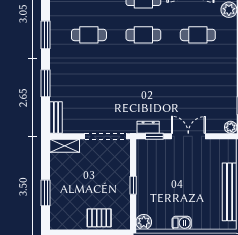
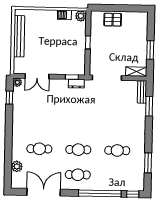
window: (46, 35) -> (148, 163), moved
window: (46, 83) -> (149, 106), moved
double door: (188, 136) -> (37, 76), moved
window: (46, 193) -> (150, 50), moved
barbecue: (182, 223) -> (64, 15), moved

